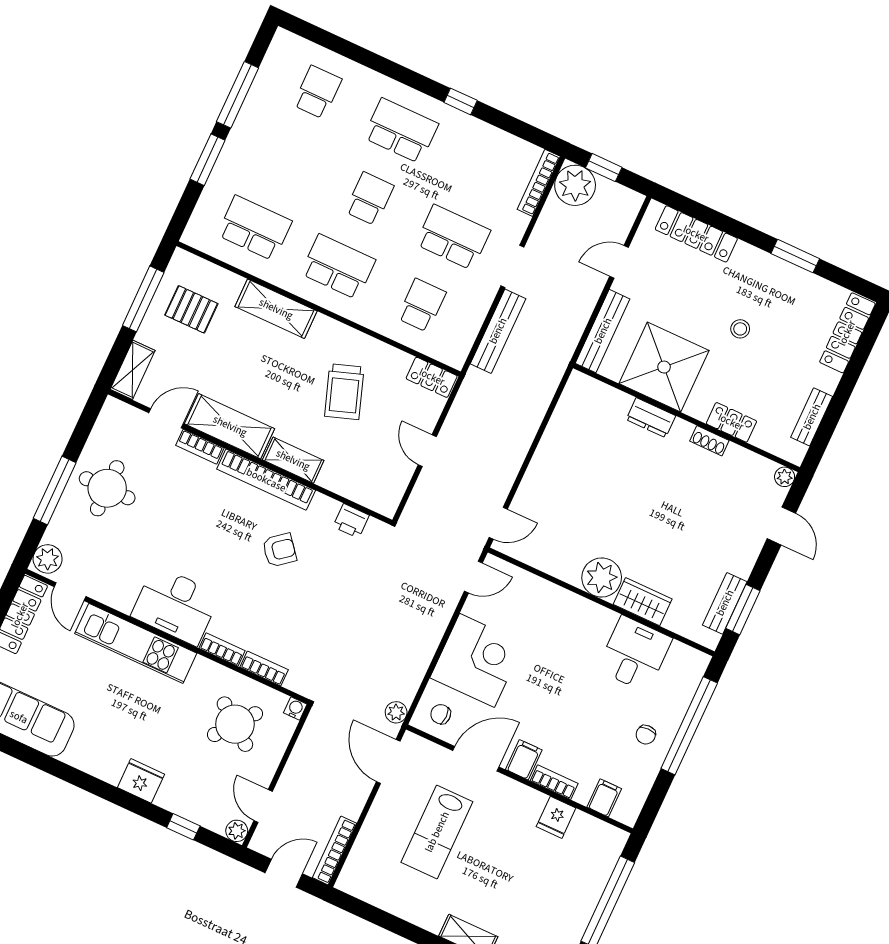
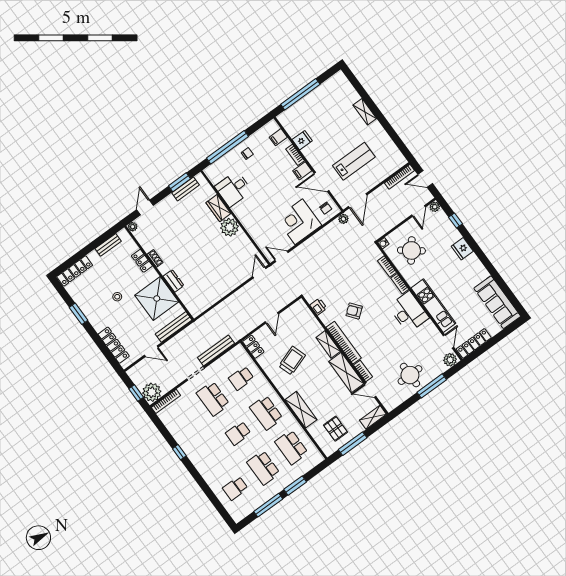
school desk: (401, 131) -> (263, 468), moved
door: (498, 523) -> (259, 273), hinge flipped

